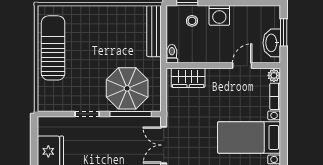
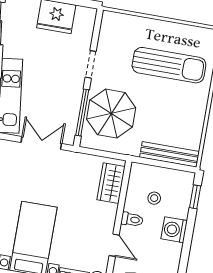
stool: (192, 21) -> (154, 198), moved
sun lounger: (53, 48) -> (169, 65), moved
toilet: (172, 54) -> (132, 219), moved

